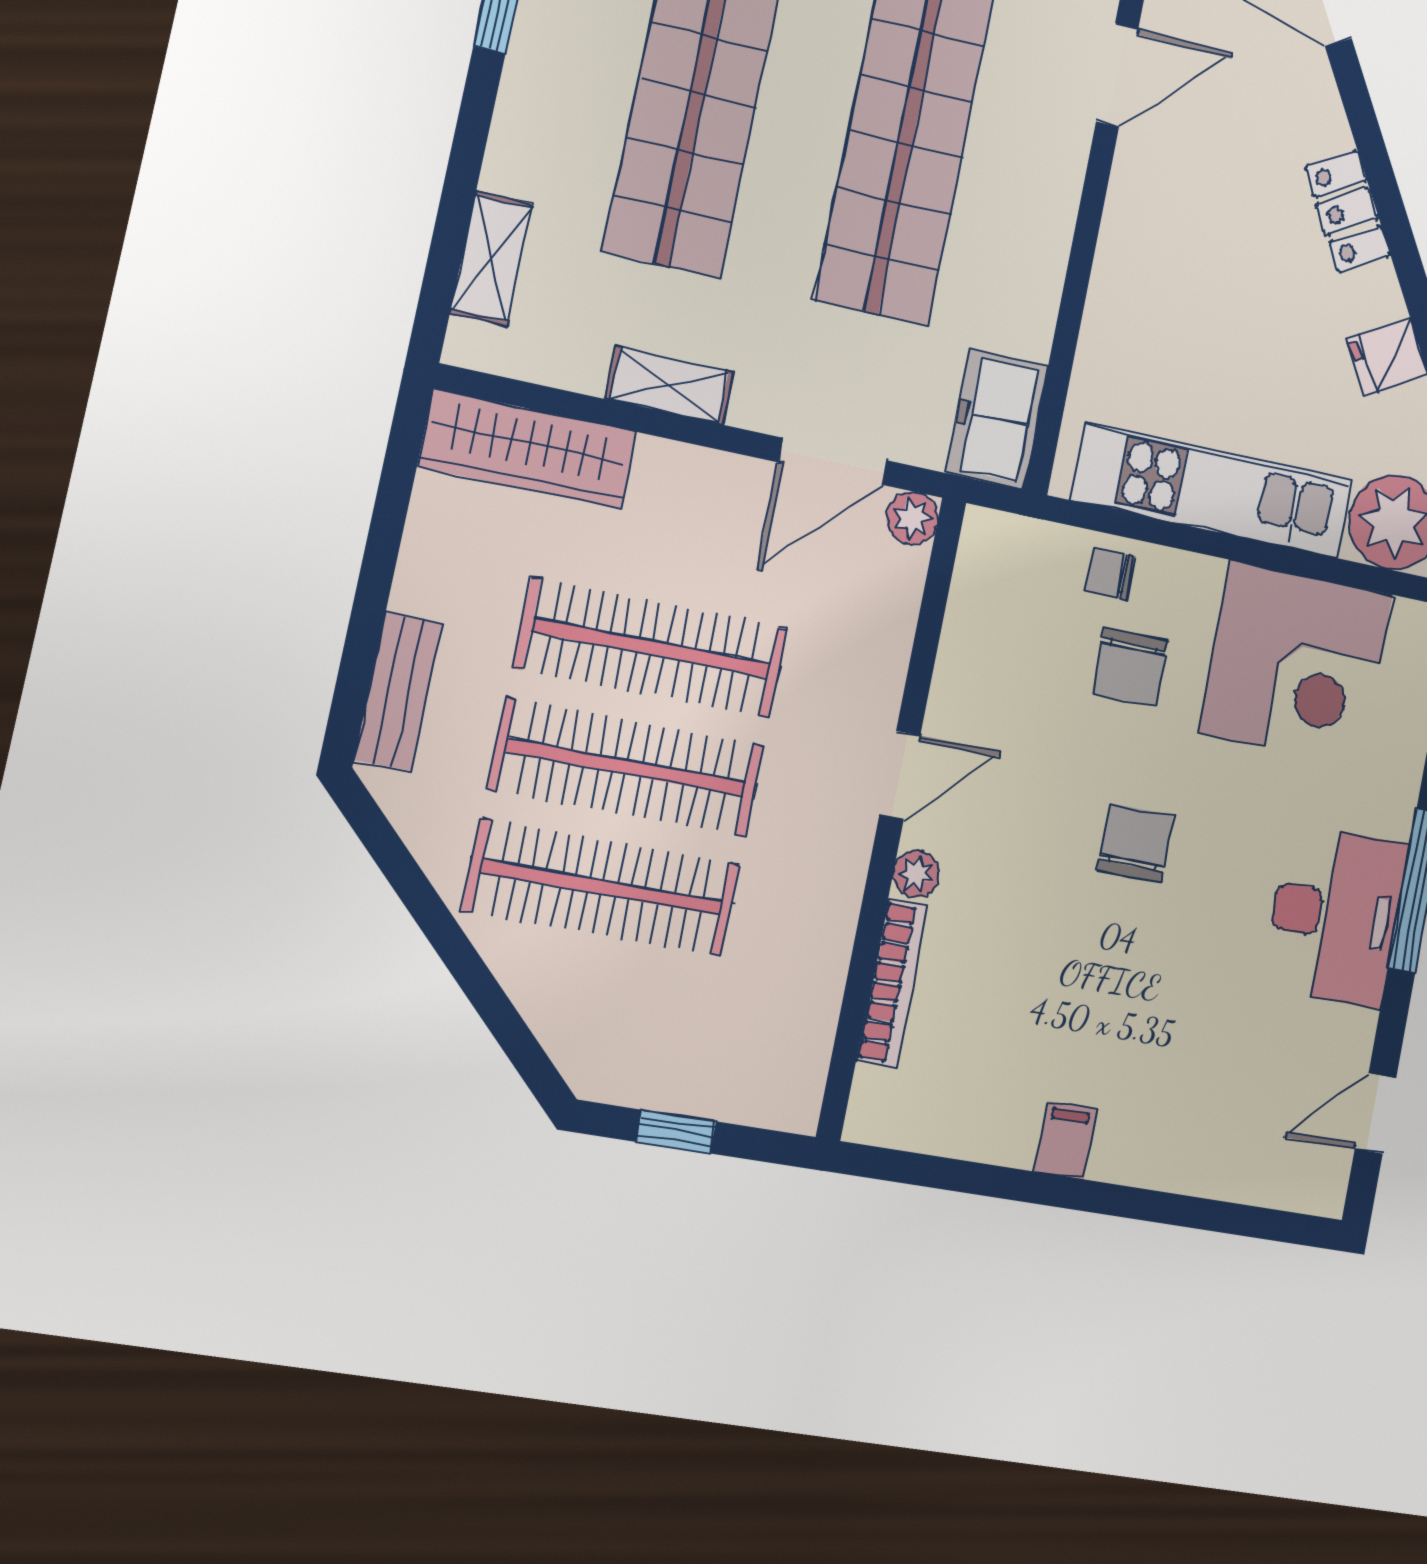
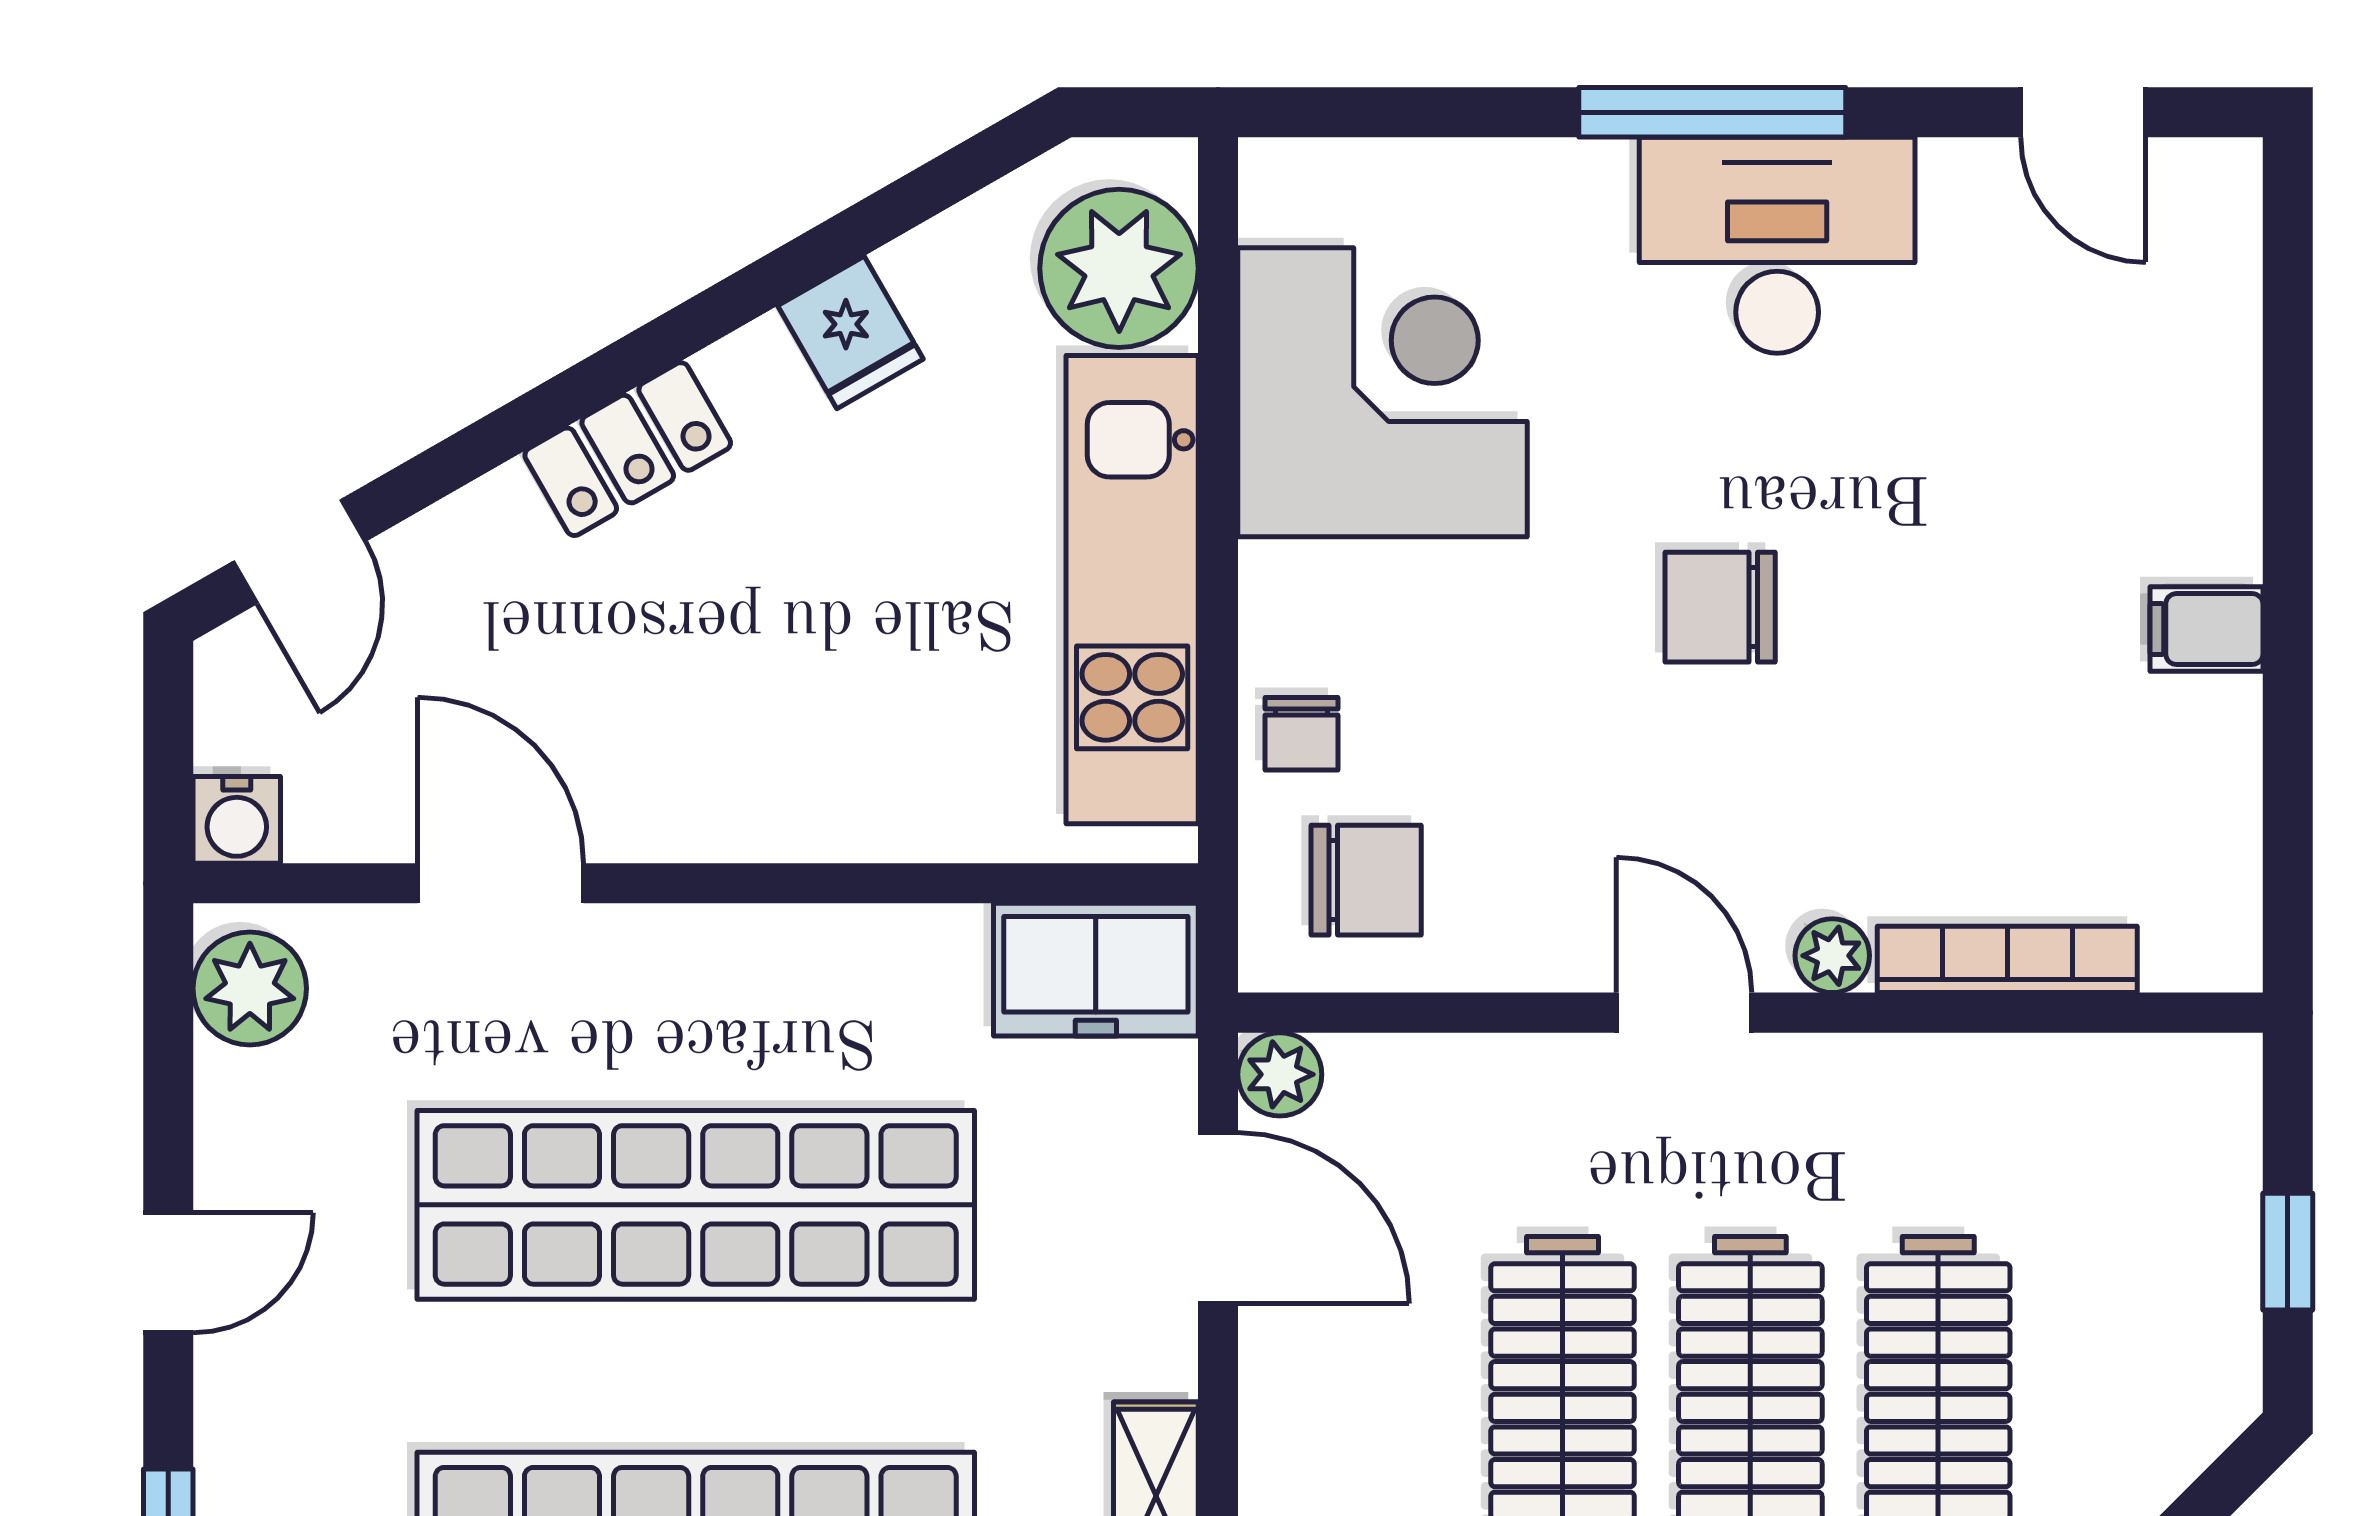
chair: (1130, 667) -> (1366, 880), moved

